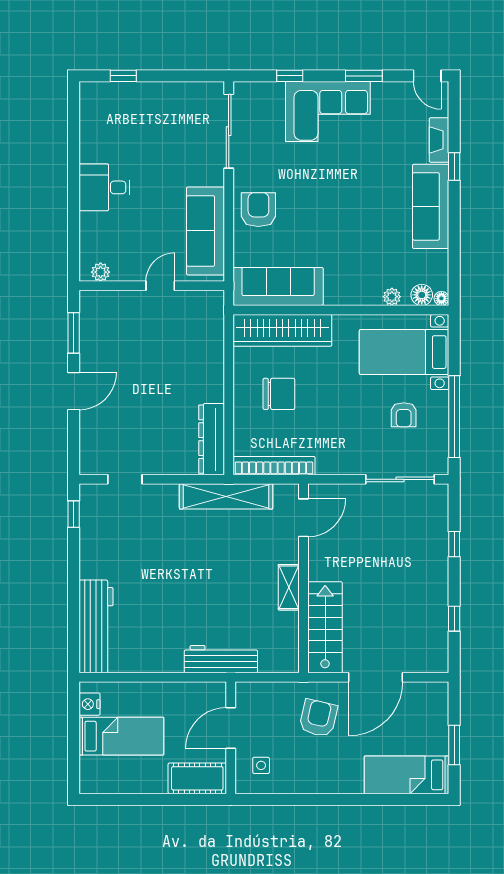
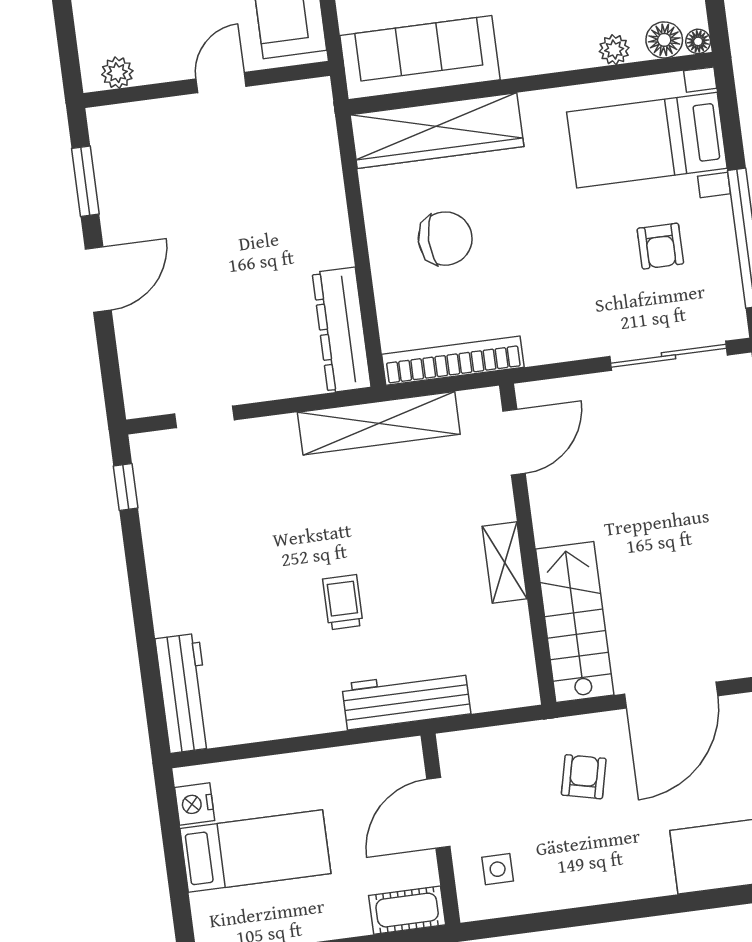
trolley: (191, 598) -> (343, 602), added
workbench: (96, 626) -> (184, 693), width x0.73, depth x0.76
armchair: (318, 718) -> (584, 777), width x0.72, depth x0.72
cot: (197, 778) -> (407, 910), width x0.73, depth x0.75

